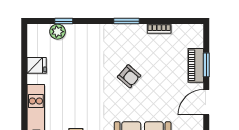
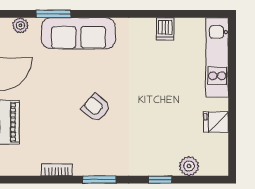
window: (64, 21) -> (160, 180), moved

